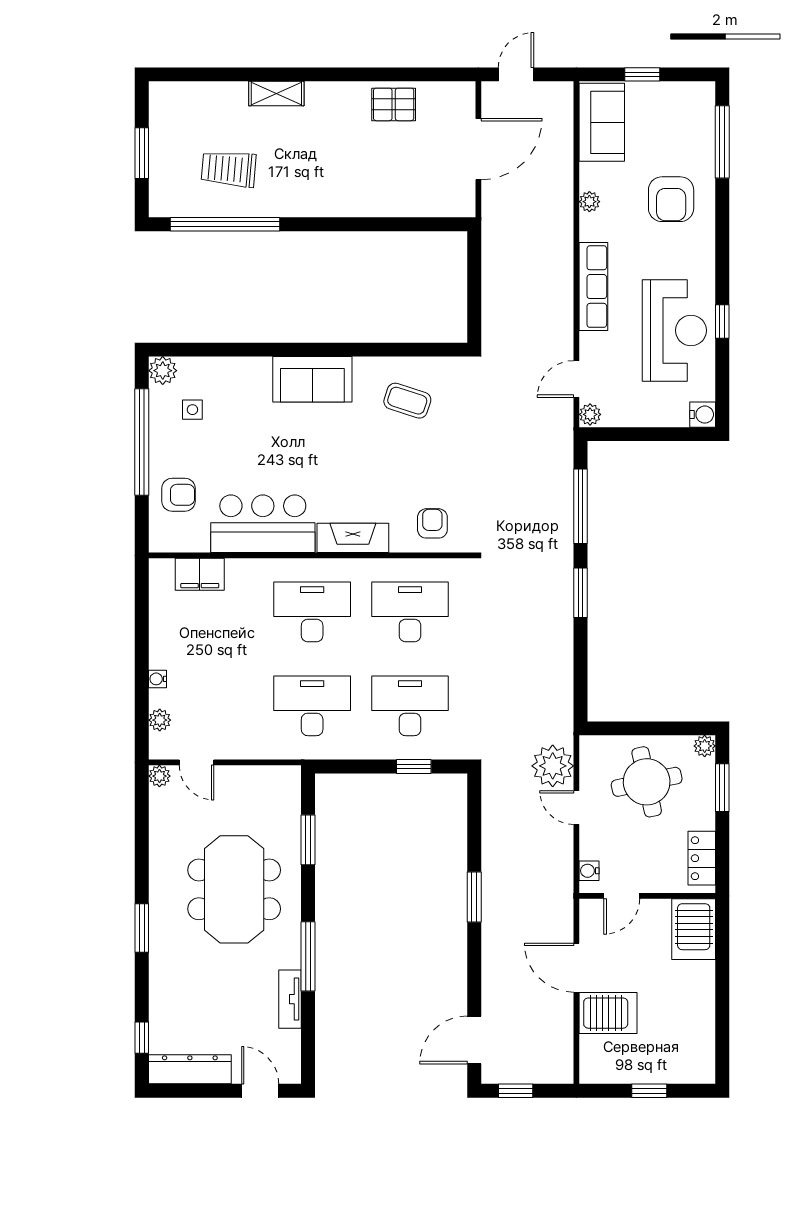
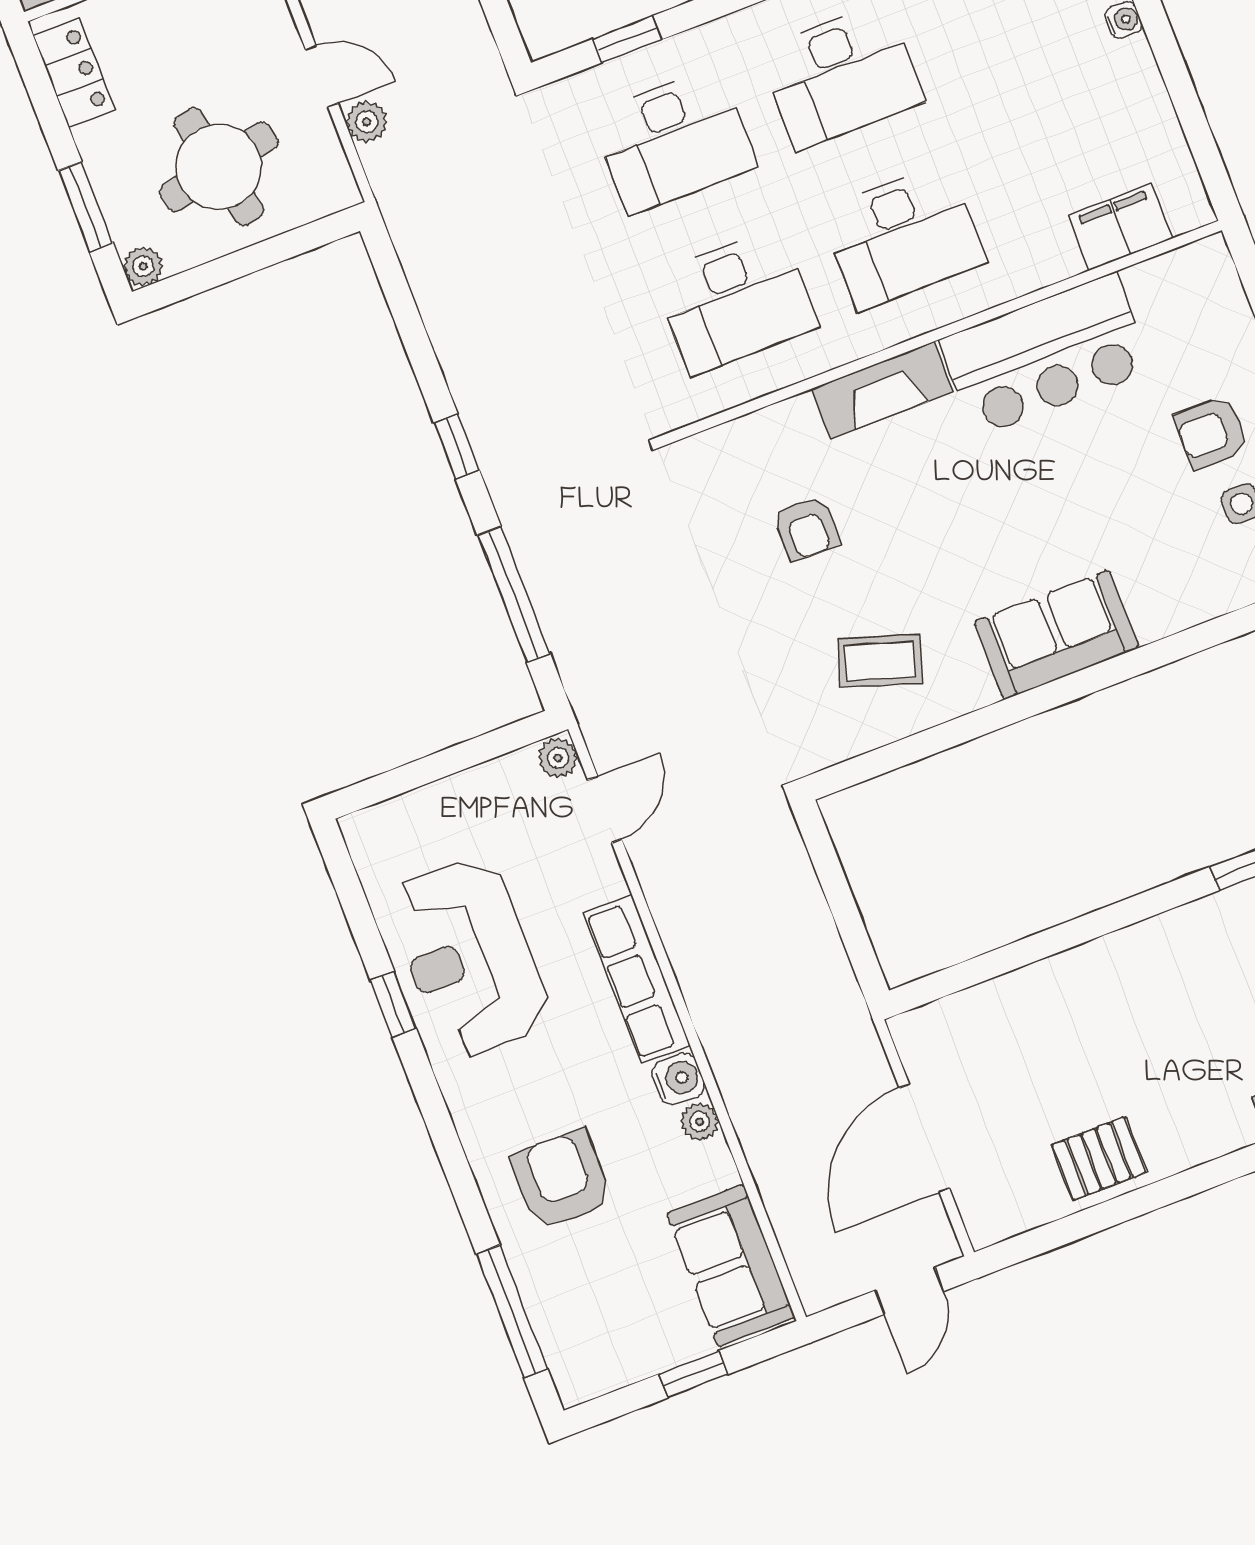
water cooler: (703, 415) -> (678, 1079), moved, turned 180
armchair: (178, 495) -> (1211, 433), moved
armchair: (432, 523) -> (806, 528), moved
window: (581, 593) -> (457, 447), width x0.67
plant: (553, 766) -> (367, 122), width x0.53, depth x0.53

